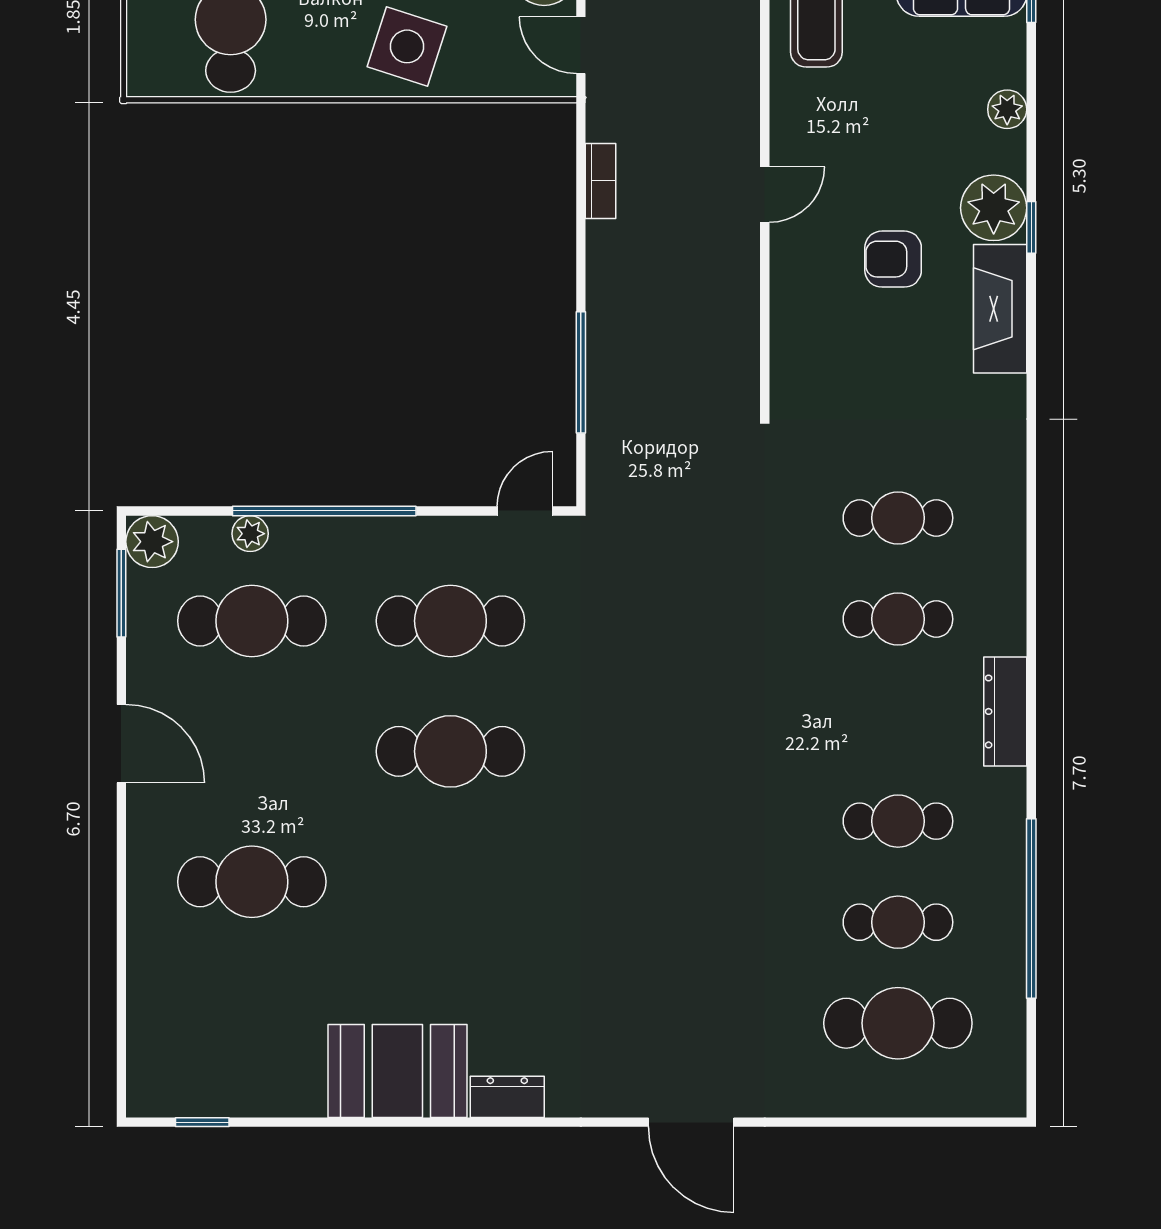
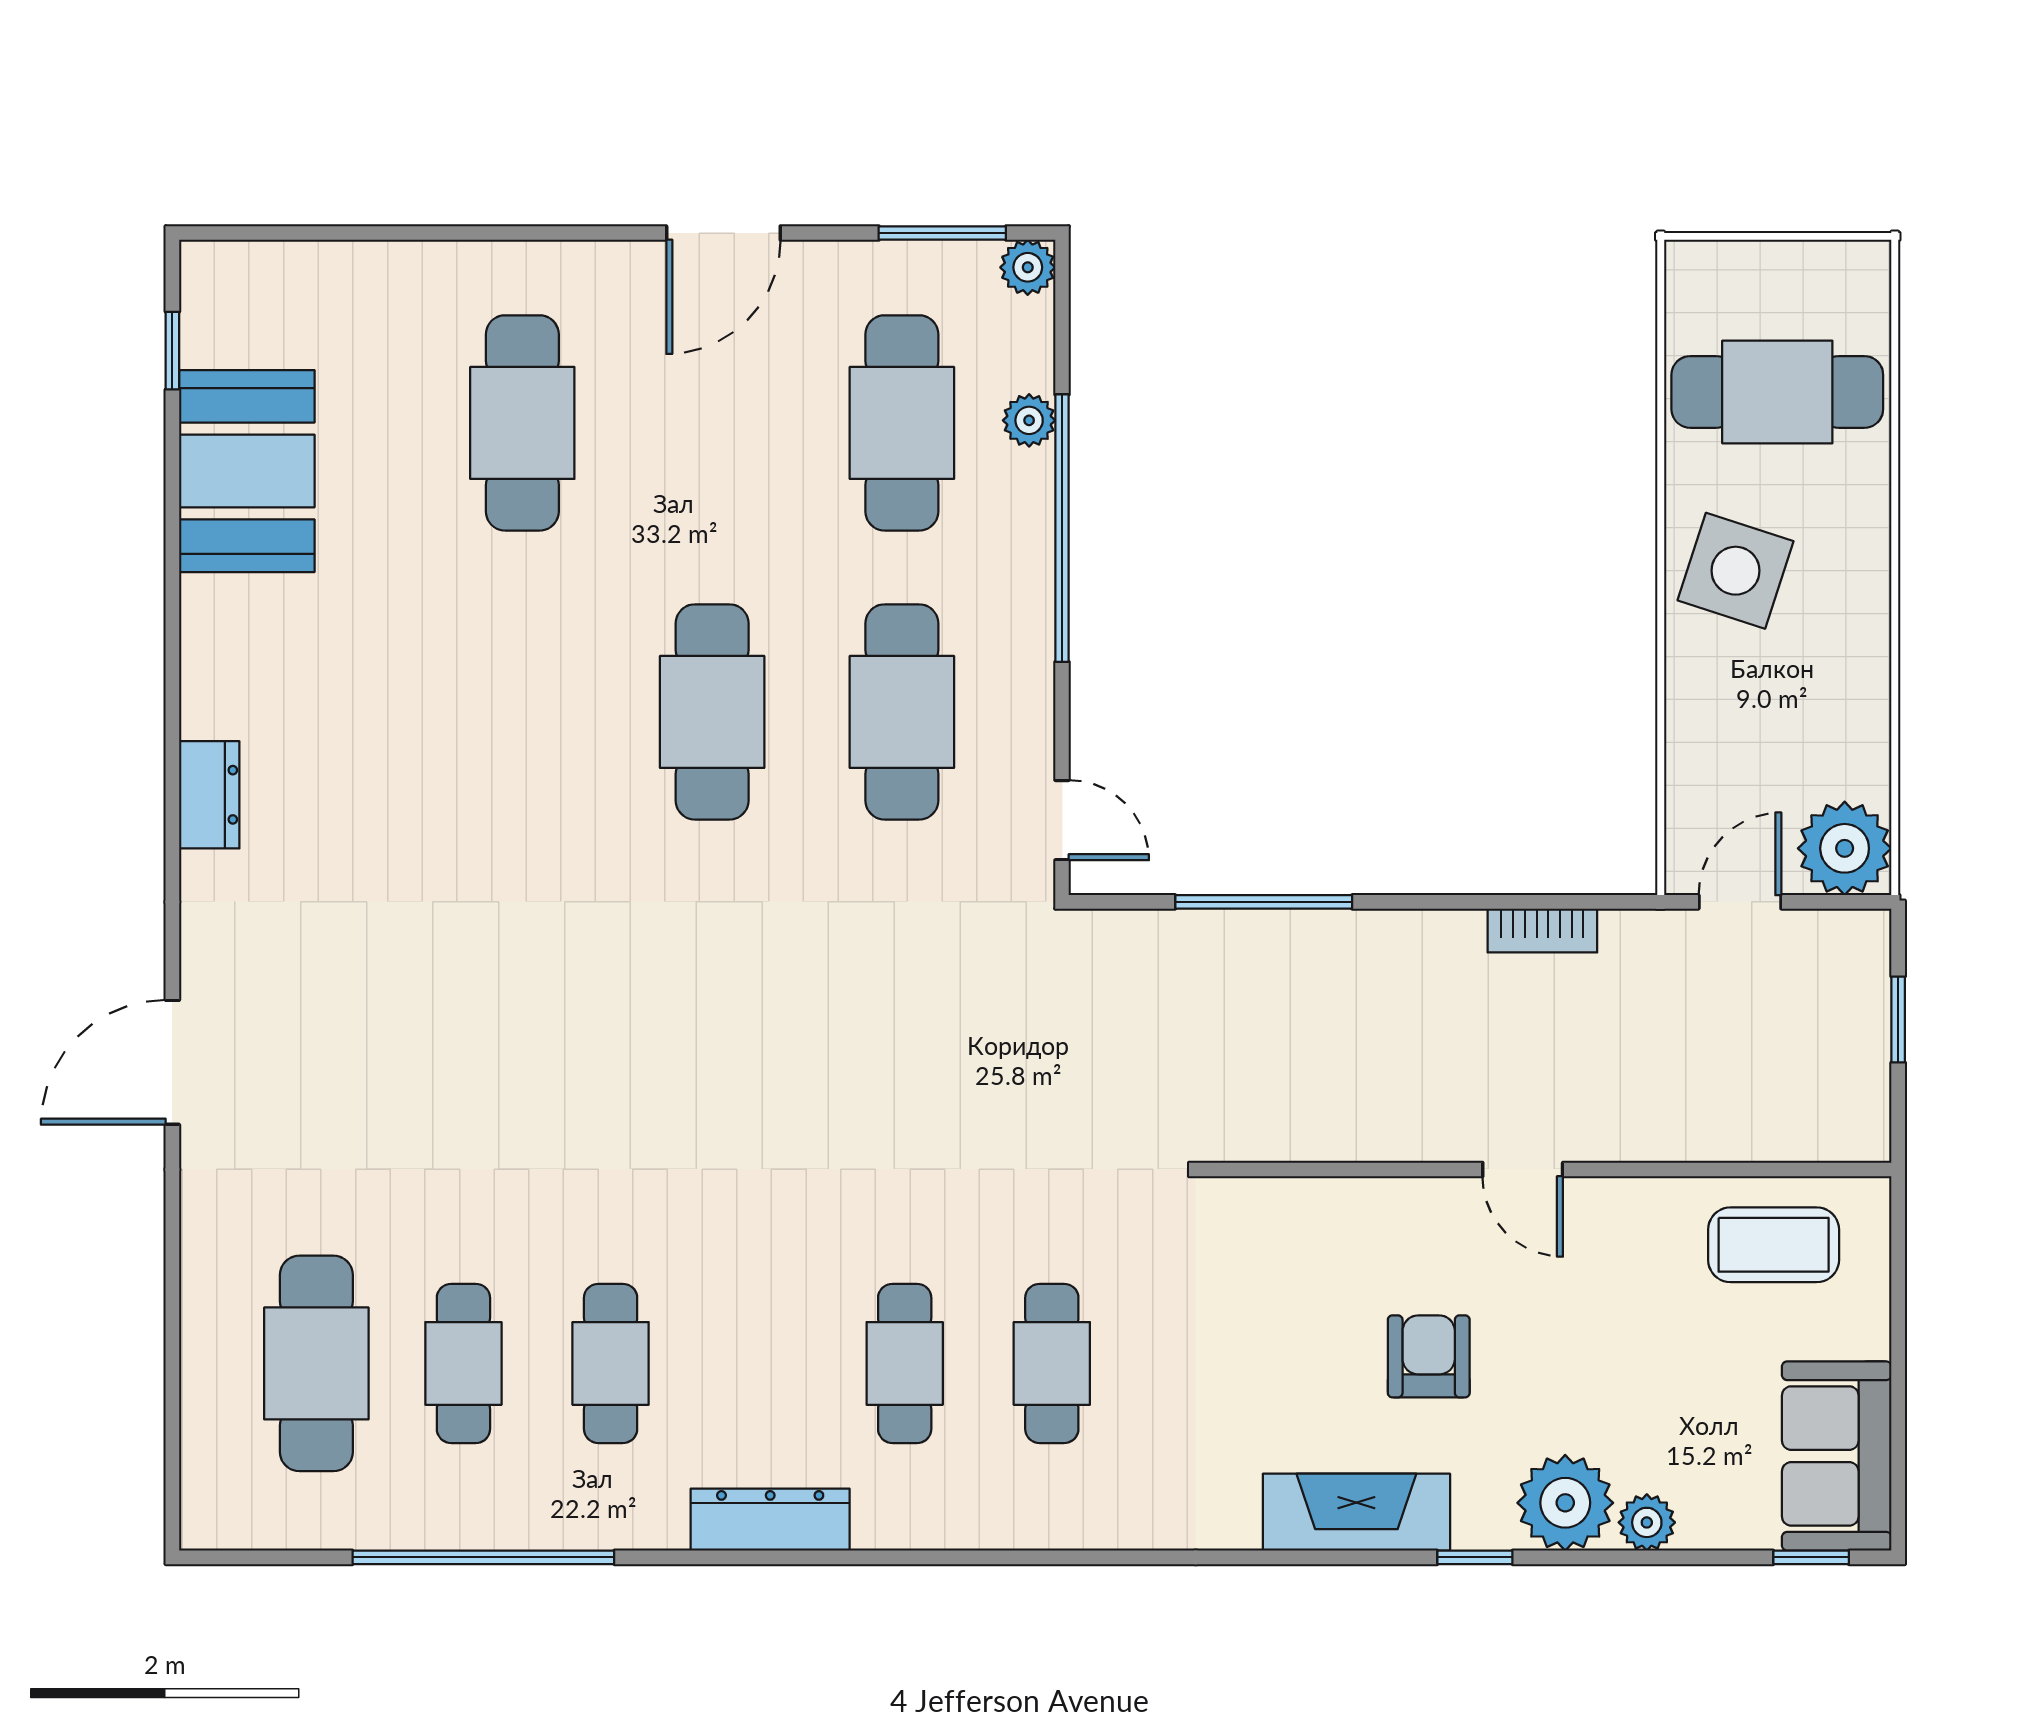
side table: (407, 46) -> (1736, 571), moved
plant: (994, 208) -> (1565, 1503), moved
plant: (152, 542) -> (1028, 267), width x0.73, depth x0.73
booth: (397, 1071) -> (247, 471), moved

